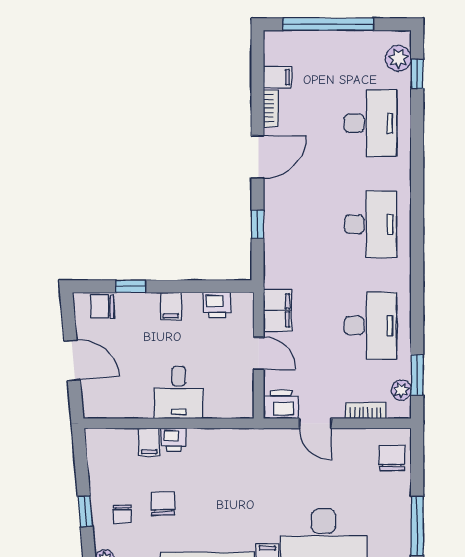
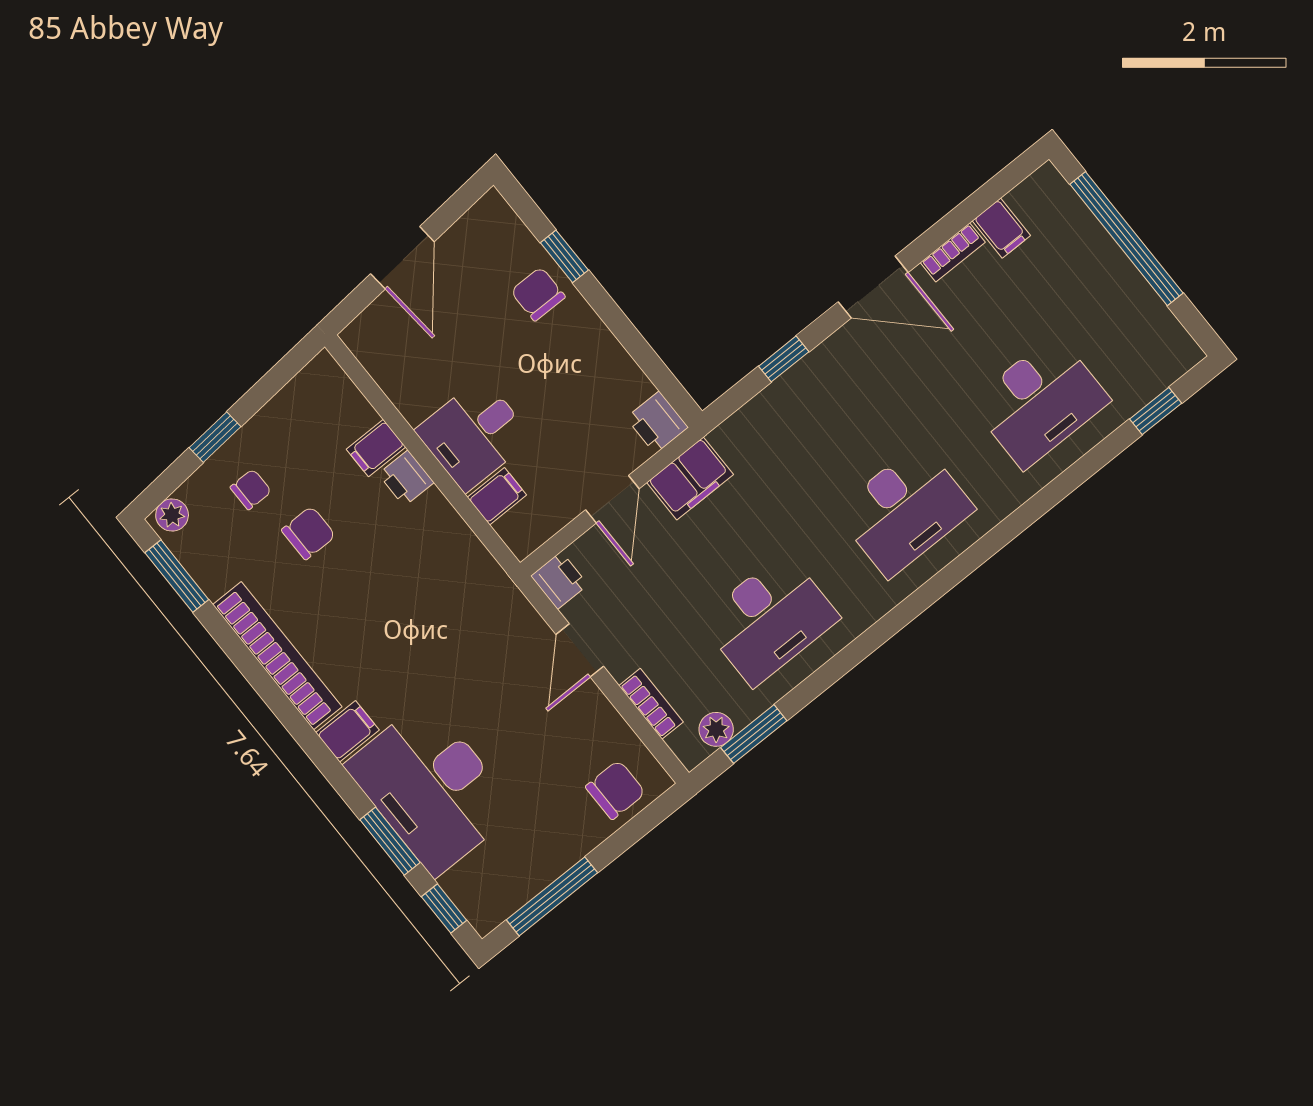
plant: (398, 58) -> (1156, 369), removed
printer: (217, 305) -> (657, 422), moved
chair: (102, 306) -> (538, 294), moved
filing cabinet: (171, 306) -> (497, 496), moved, turned 180
printer: (281, 404) -> (559, 580), width x0.73, depth x0.81
chair: (122, 514) -> (251, 489), turned 180

